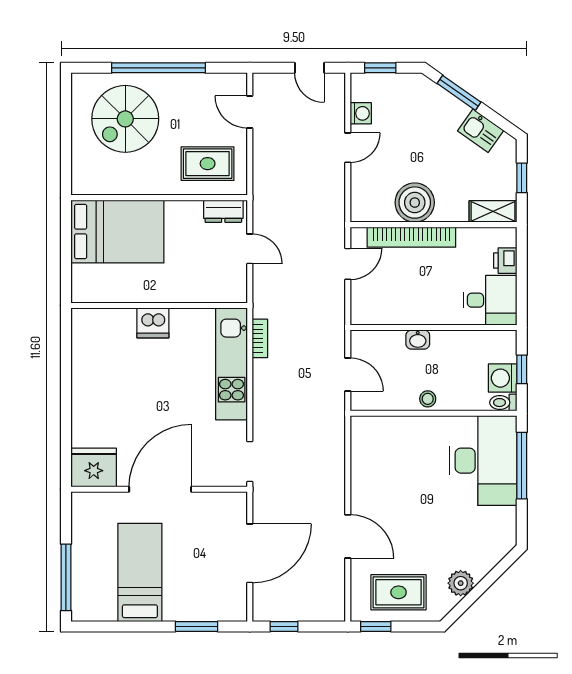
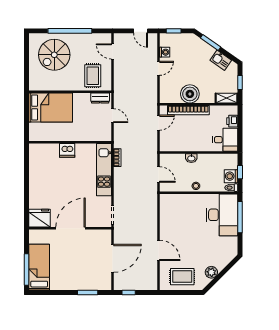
rug: (208, 164) -> (93, 76), turned 90
bed: (140, 572) -> (39, 267), moved
window: (376, 626) -> (172, 293), removed

